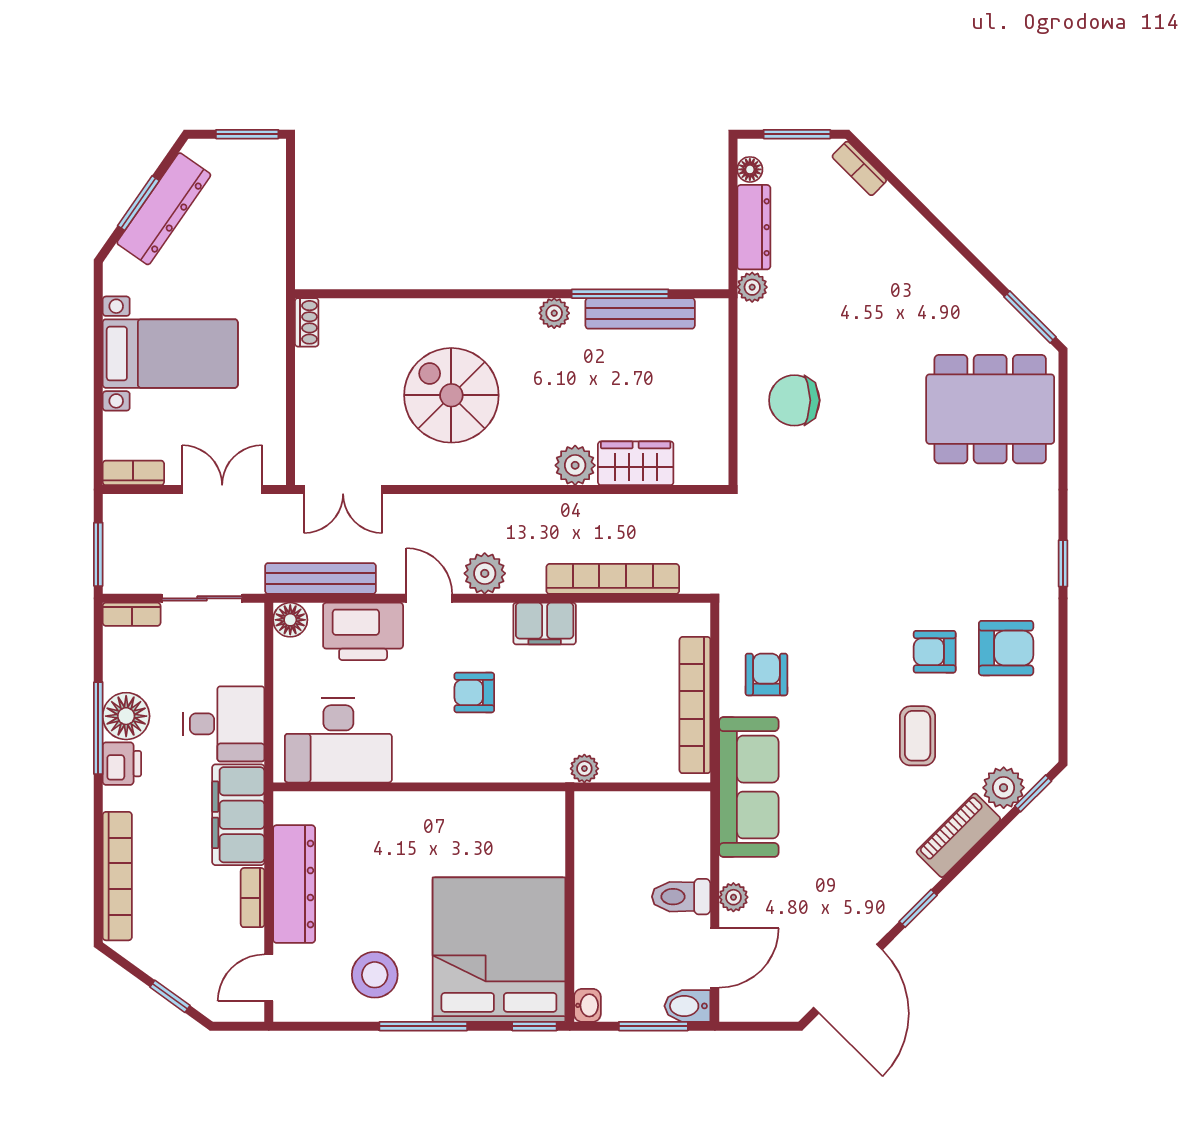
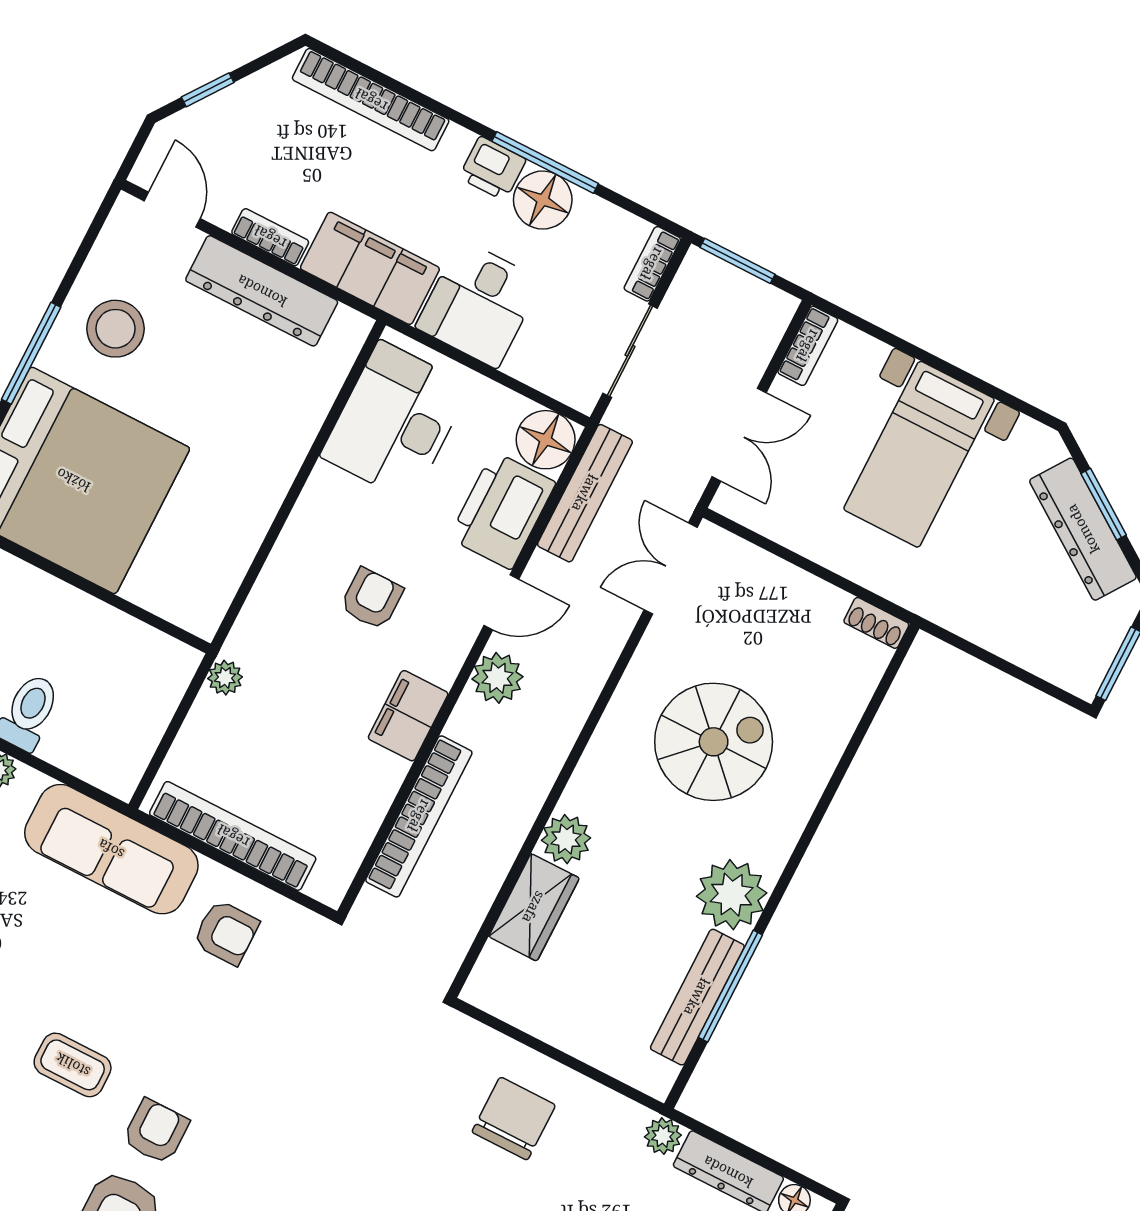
plant: (554, 313) -> (732, 895), width x1.87, depth x1.87
floor lamp: (290, 620) -> (546, 440), width x1.38, depth x1.38

